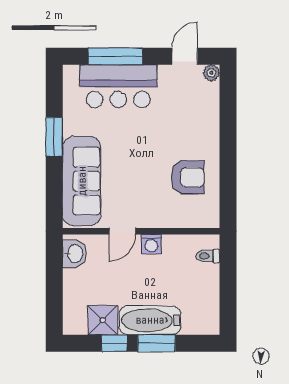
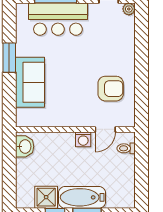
sofa: (82, 181) -> (30, 82), width x0.73
door: (122, 231) -> (105, 129), moved

